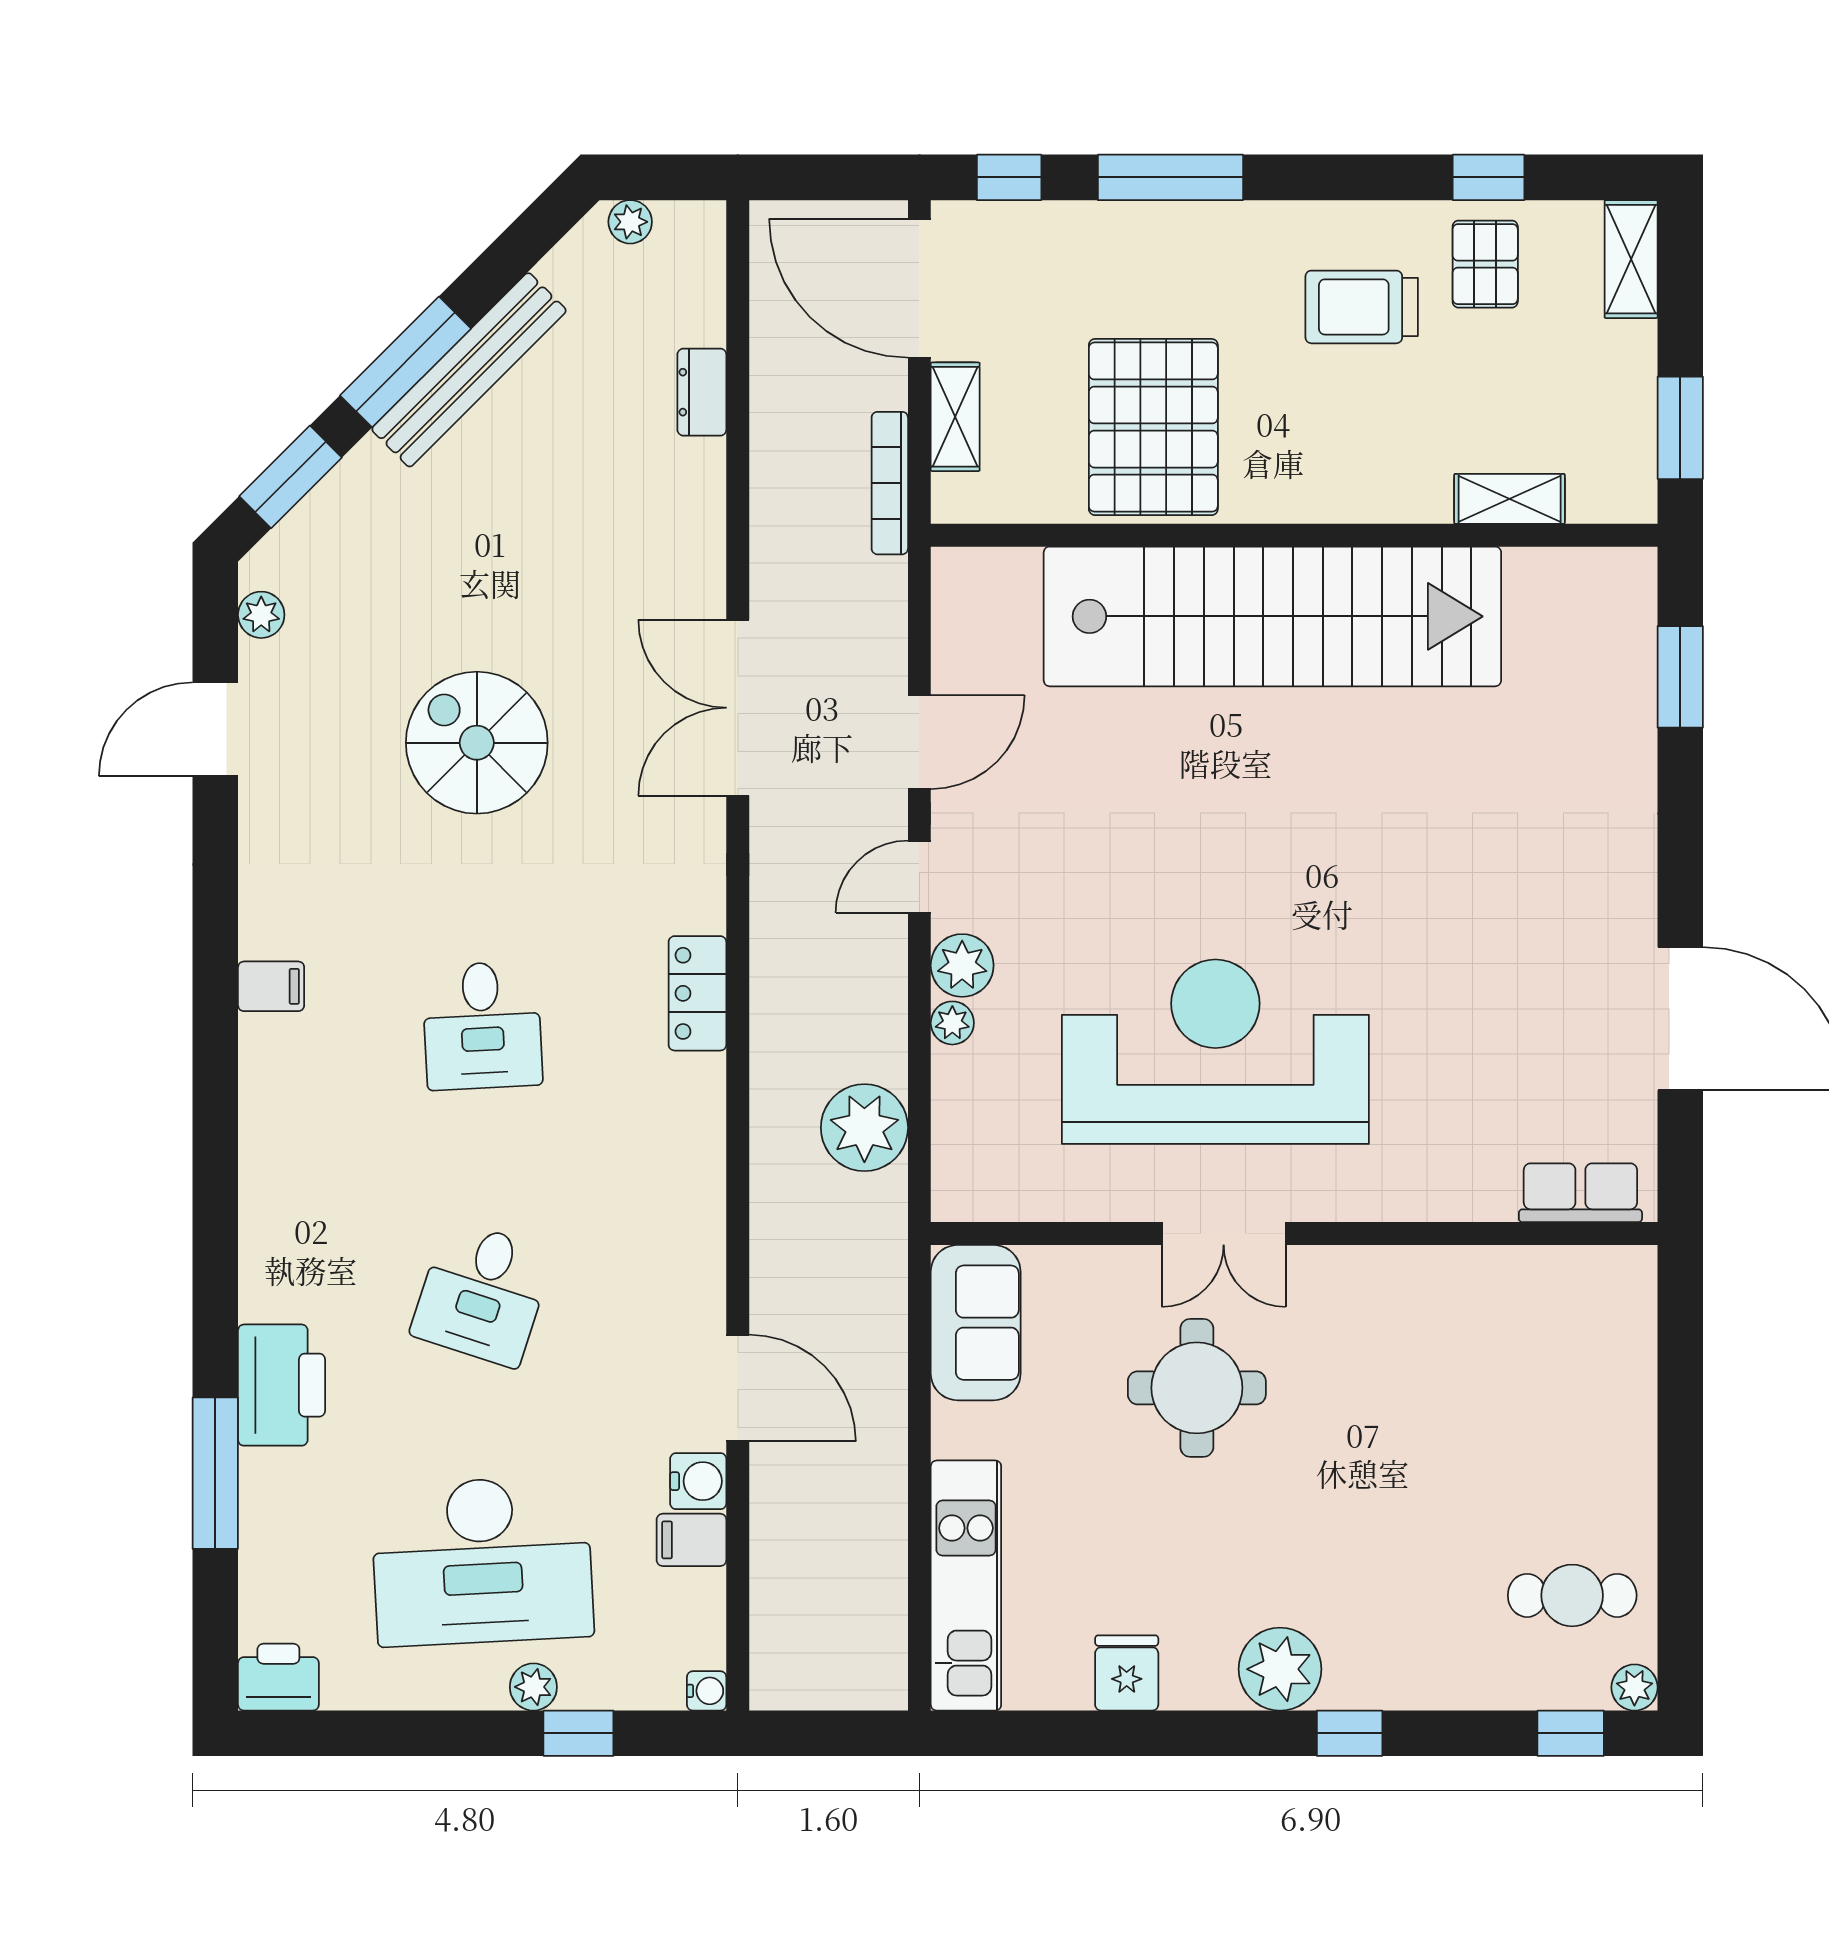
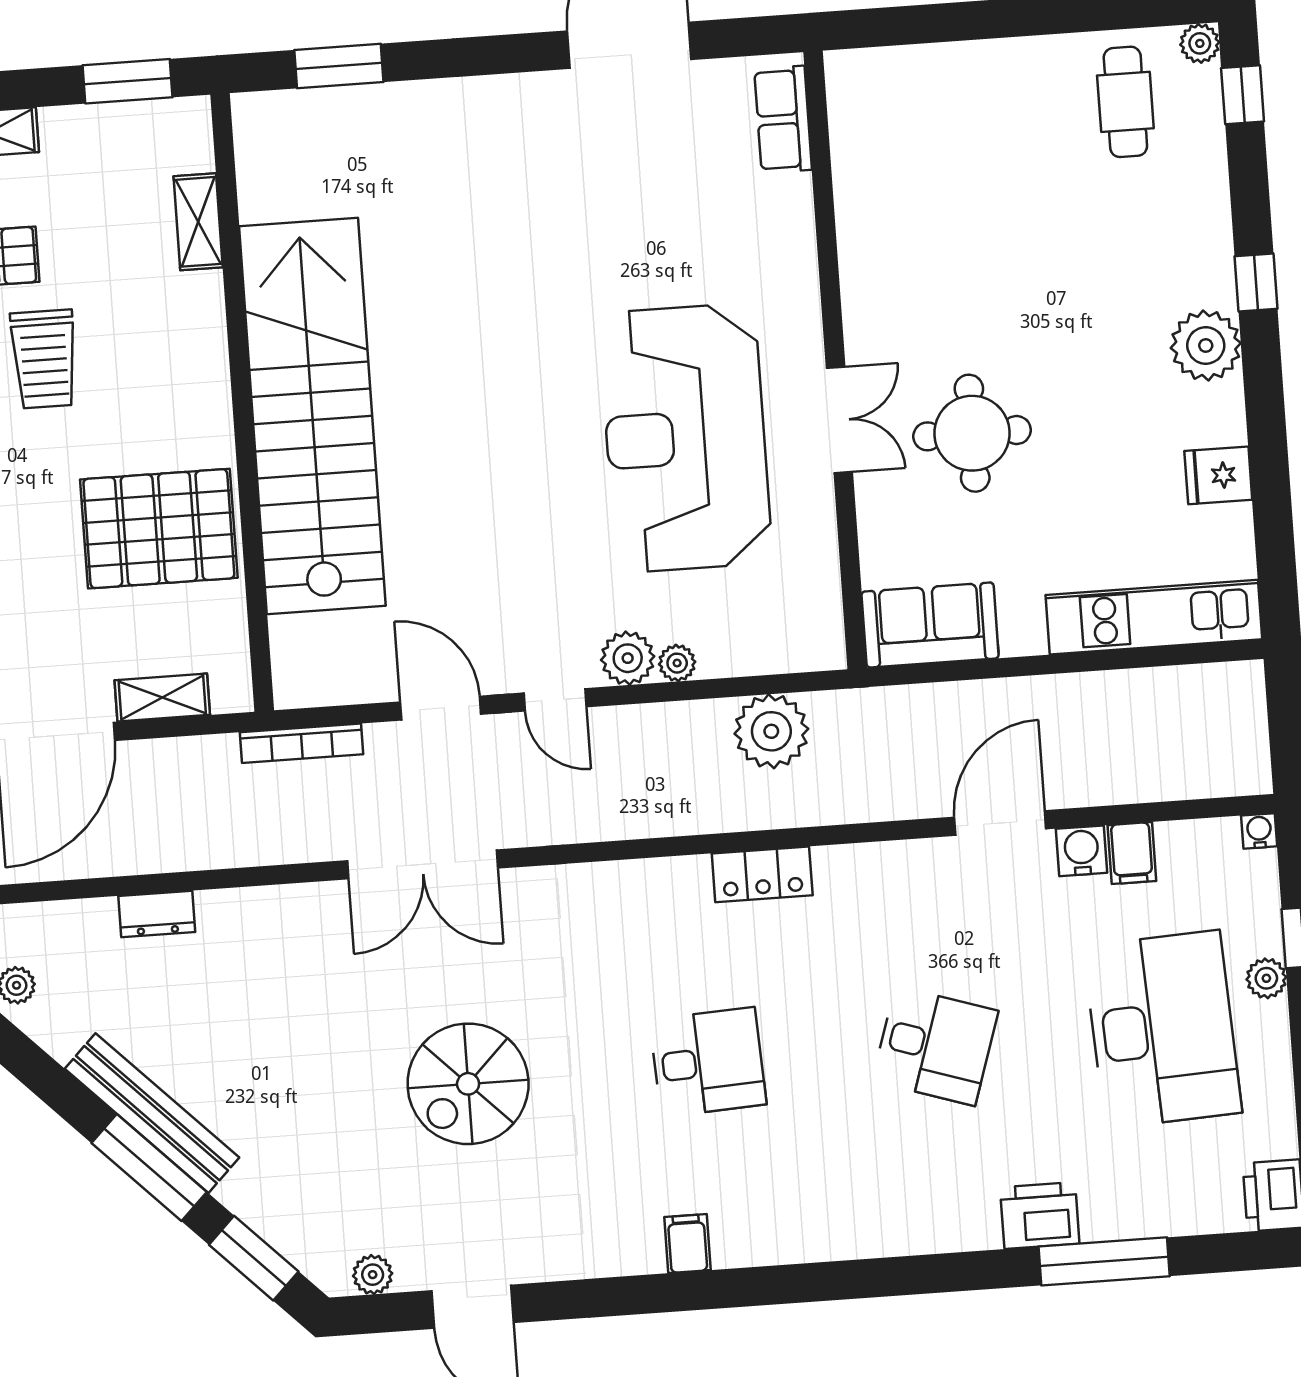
bookcase: (890, 483) -> (302, 743), moved
locker: (697, 993) -> (762, 874), moved
printer: (282, 1385) -> (1040, 1215), width x0.73, depth x0.84

